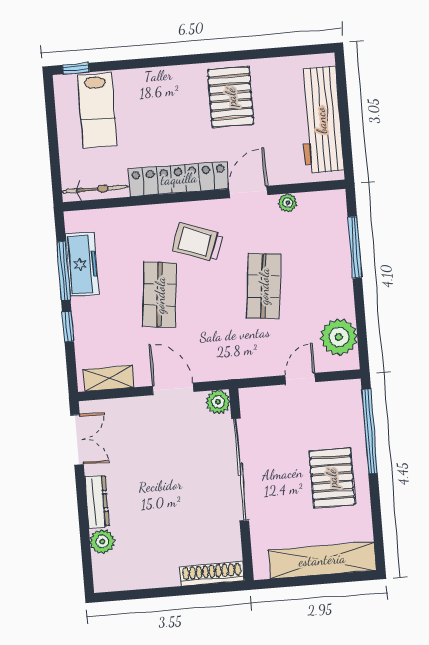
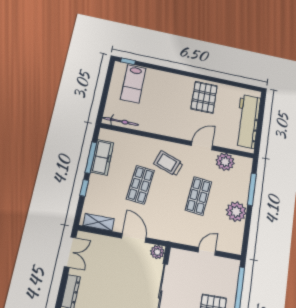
locker: (179, 179) -> (167, 129), removed
plant: (288, 203) -> (225, 162), width x1.88, depth x1.88
plant: (339, 337) -> (236, 212), moved

